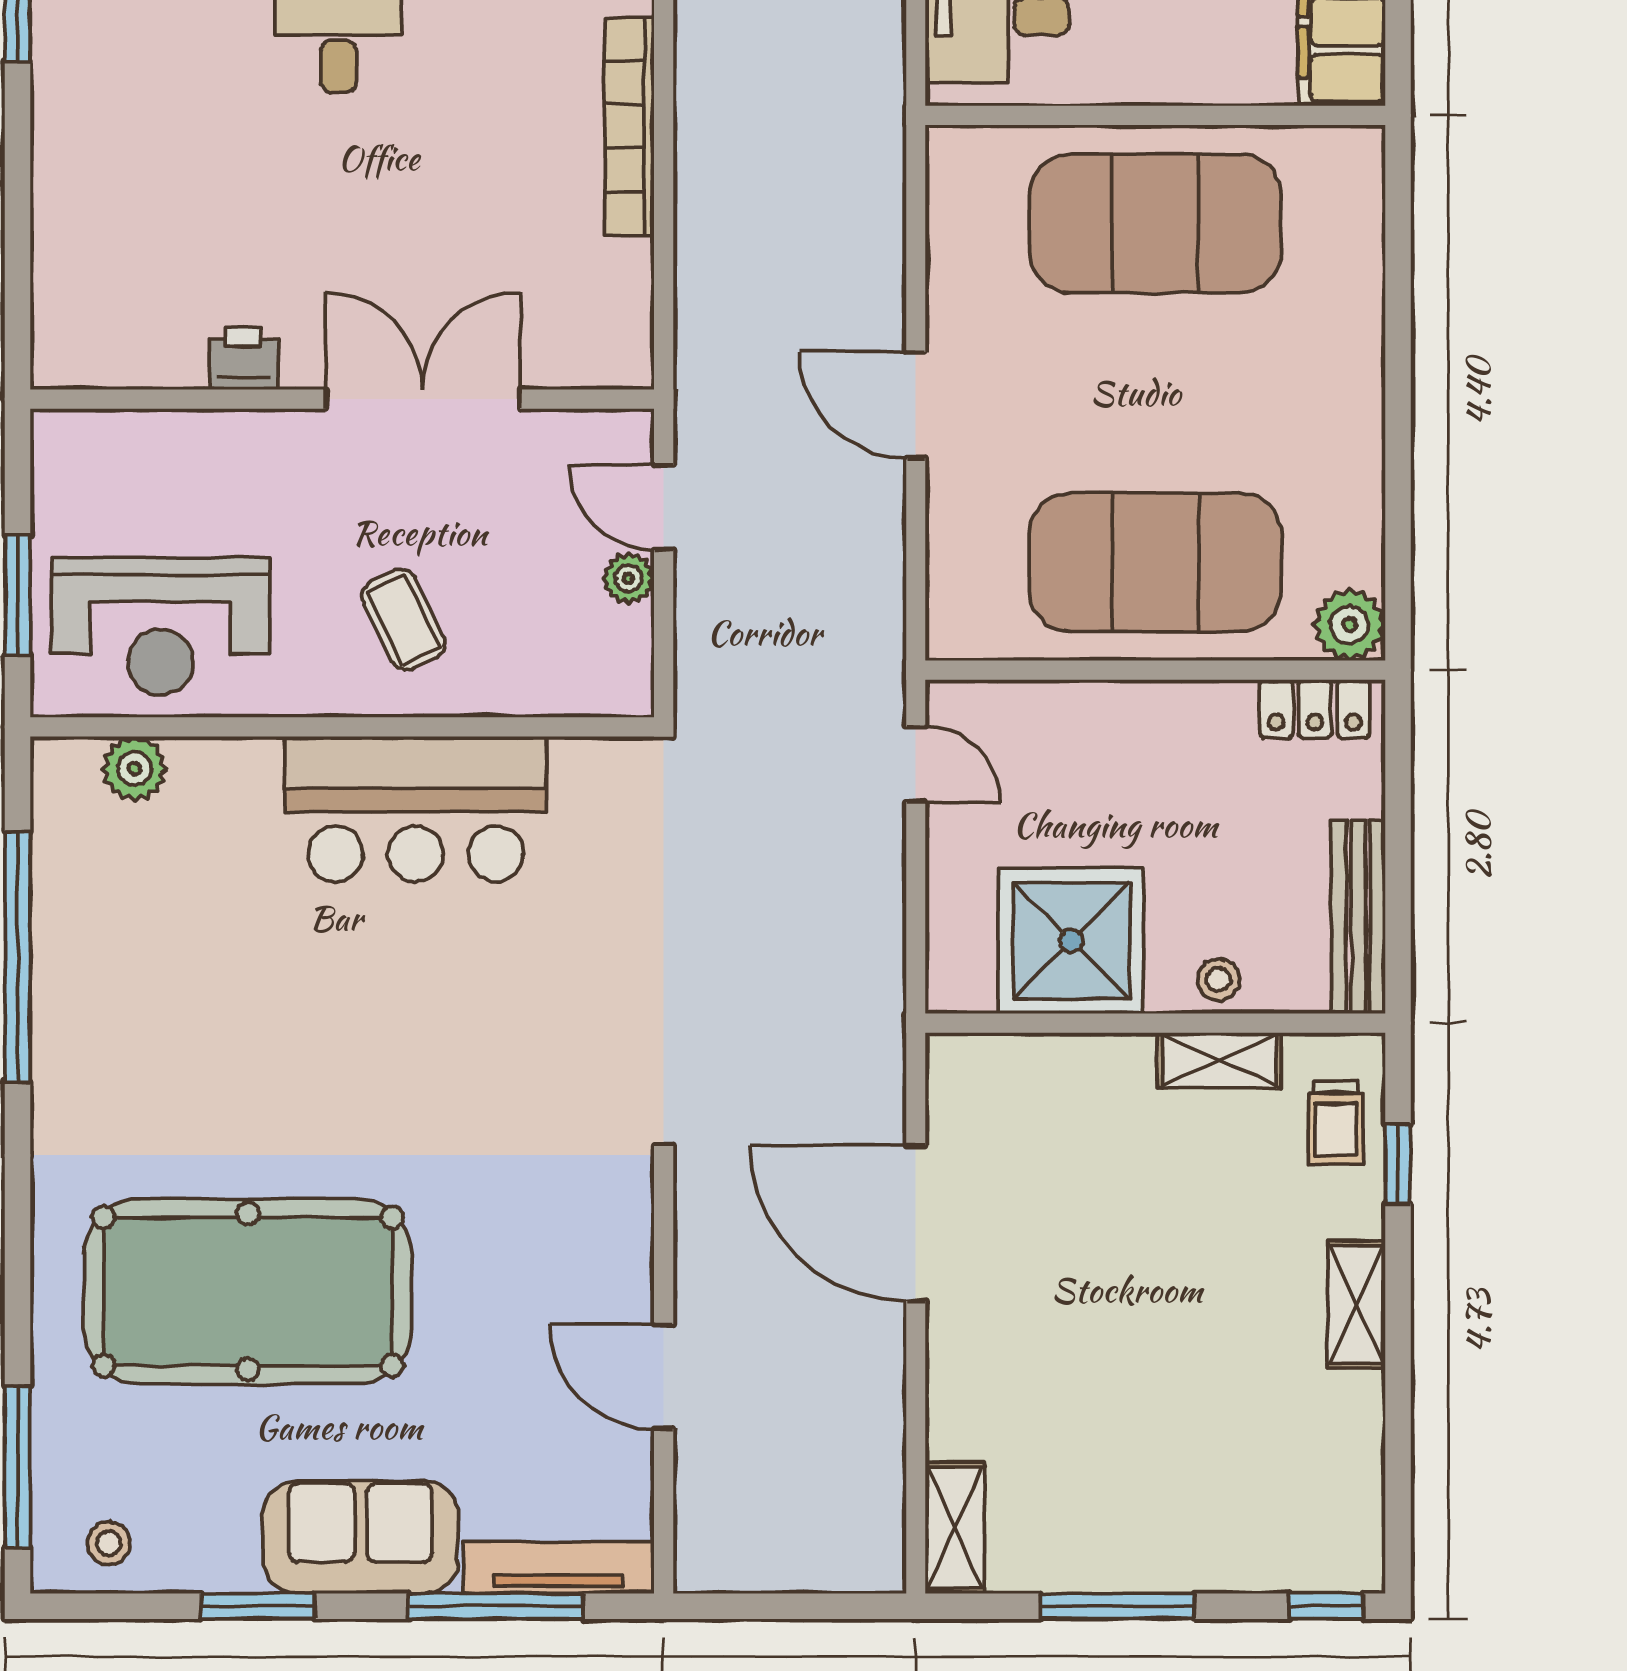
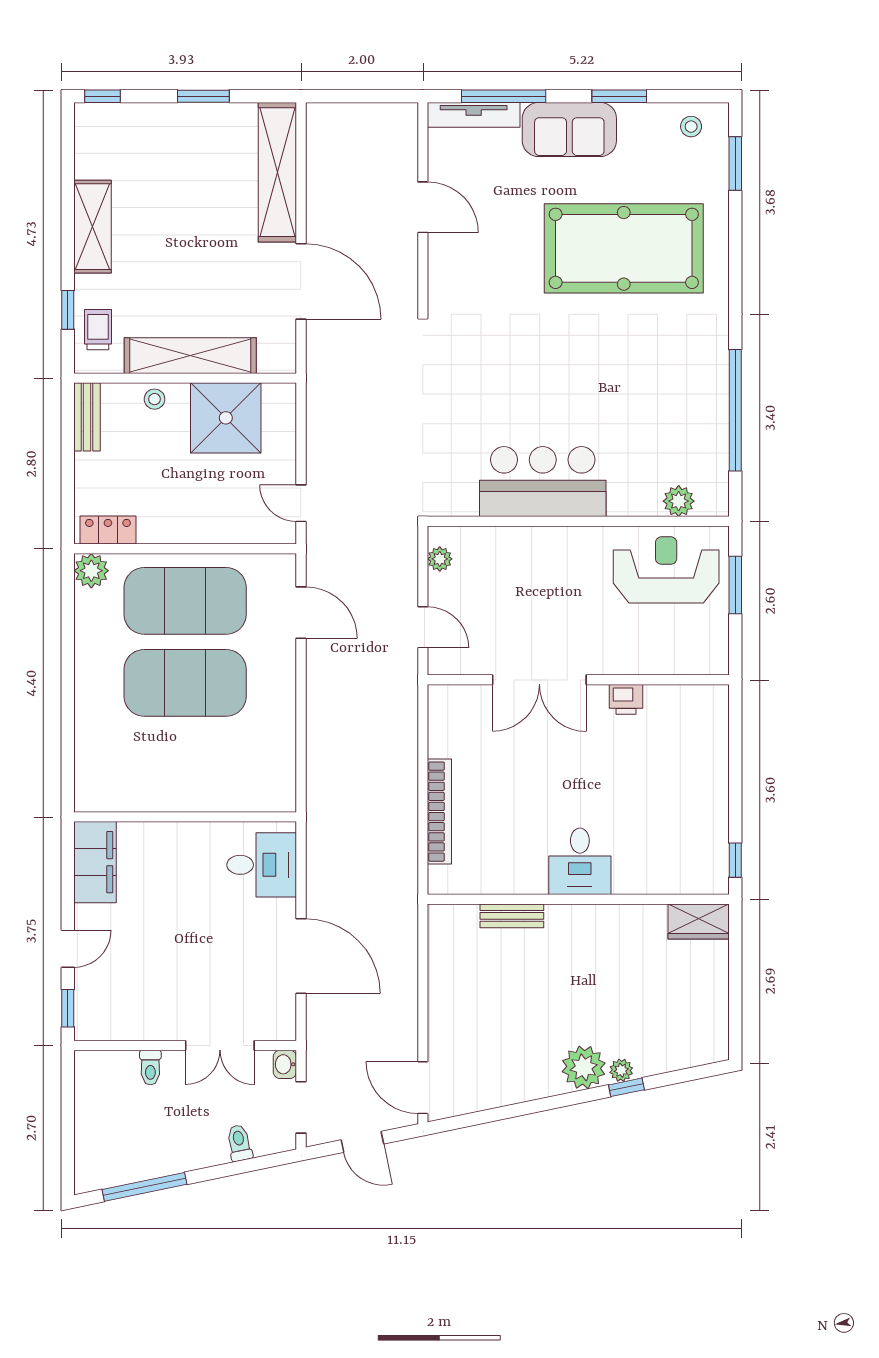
exercise mat: (1155, 223) -> (185, 683), moved
door: (916, 405) -> (301, 613), moved
plant: (629, 578) -> (440, 559), moved
coffee table: (404, 620) -> (549, 573), removed
bench: (1358, 917) -> (87, 417), width x0.73
shelving: (1219, 1060) -> (190, 356), width x2.20, depth x1.33
shelving: (1357, 1304) -> (92, 227), width x1.50, depth x1.33
window: (17, 1467) -> (735, 164), width x0.69
shelving: (955, 1528) -> (277, 172), width x2.20, depth x1.33
window: (1118, 1606) -> (203, 96), width x0.69

